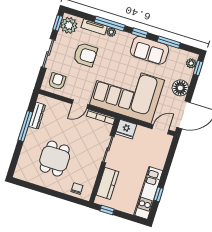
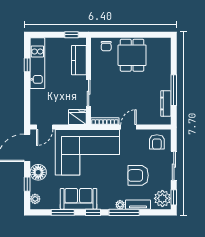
window: (198, 68) -> (27, 184), moved
dining table: (55, 159) -> (132, 55), moved

